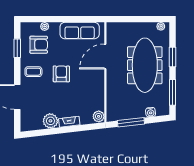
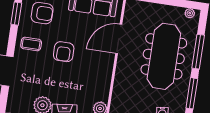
window: (173, 57) -> (198, 52), width x1.44
armchair: (61, 74) -> (64, 52), turned 180

